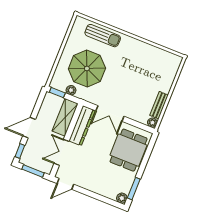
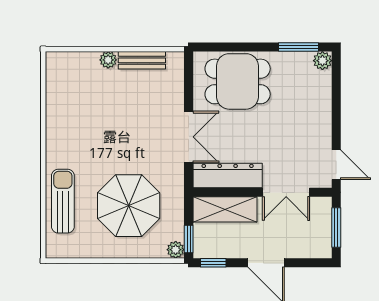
plant: (71, 90) -> (176, 250), moved
plant: (152, 123) -> (108, 60), moved
window: (20, 151) -> (213, 263), moved

